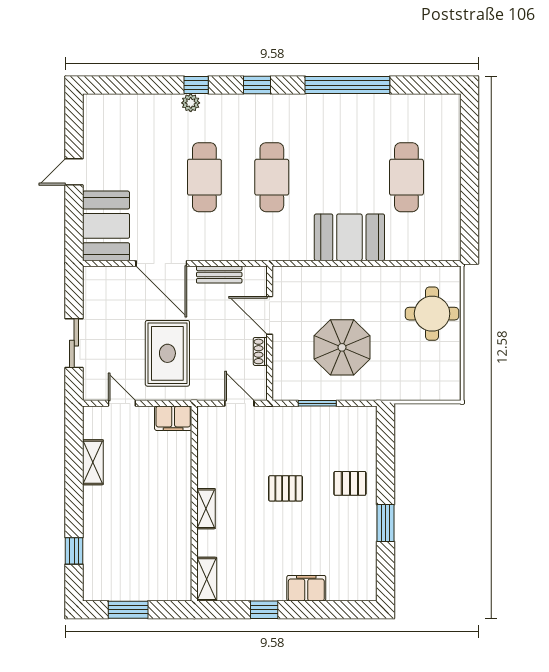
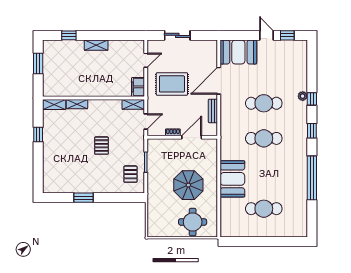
window: (74, 132) -> (287, 35), added
parasol: (342, 347) -> (188, 185), moved
shelving: (206, 427) -> (133, 104), added
shelving: (93, 462) -> (96, 45), moved
pallet: (350, 483) -> (130, 174), moved
shelving: (206, 509) -> (77, 104), moved
filing cabinet: (306, 588) -> (49, 156), removed

